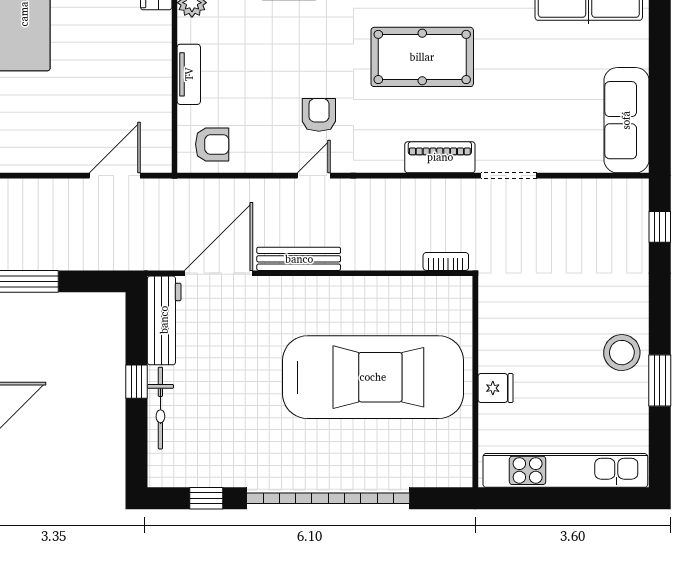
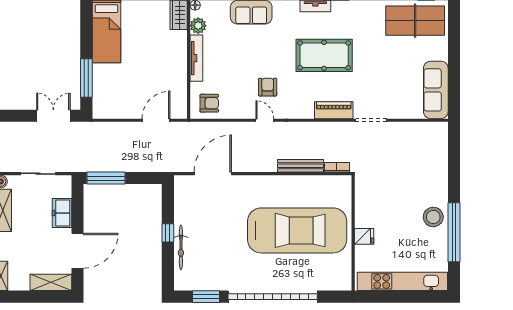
tv unit: (189, 74) -> (196, 58), width x1.41
door: (314, 176) -> (265, 120), hinge flipped
window: (660, 227) -> (454, 148), removed
bench: (299, 259) -> (301, 166), moved
workbench: (164, 320) -> (183, 199), removed
window: (660, 380) -> (454, 232), width x2.11
window: (206, 498) -> (206, 297), width x1.50

